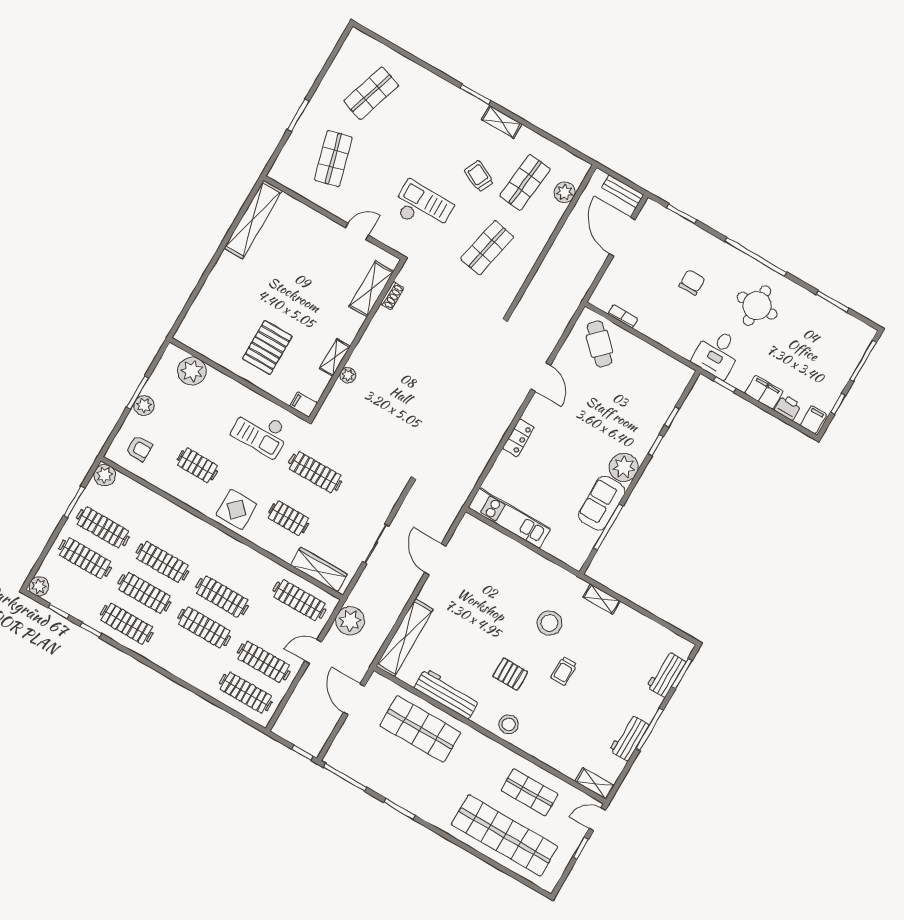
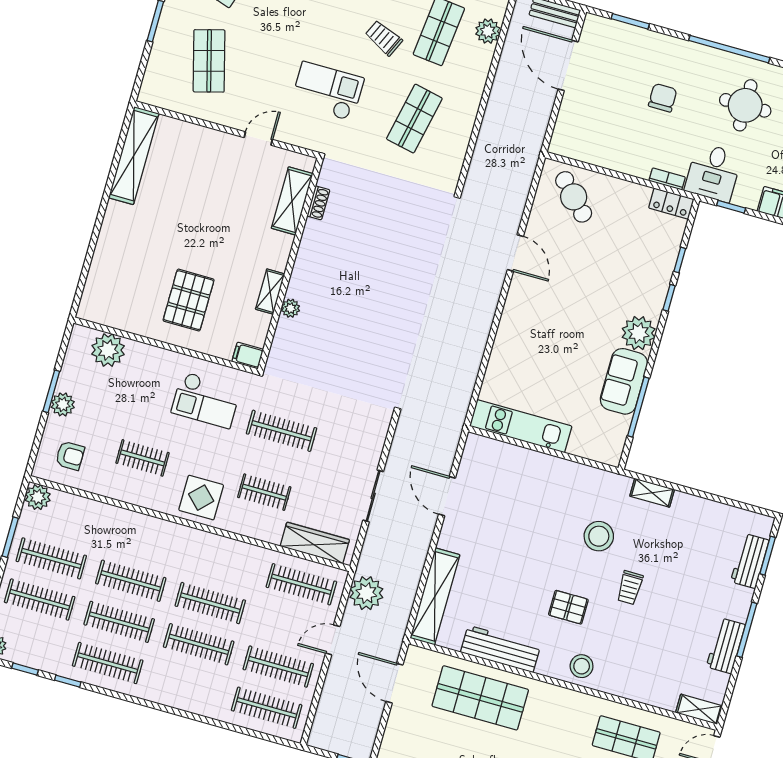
bookcase: (623, 316) -> (667, 179), moved
locker: (518, 438) -> (671, 204), moved, turned 90

